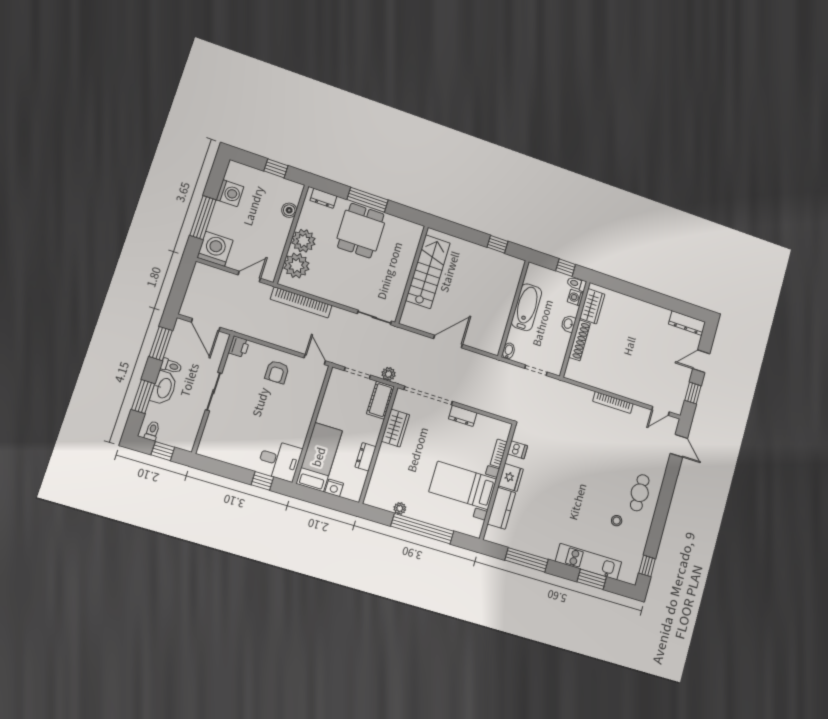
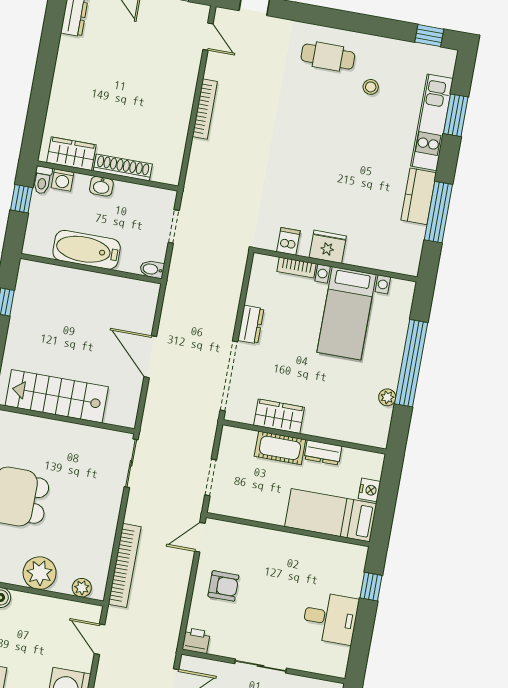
plant: (296, 266) -> (82, 588), width x0.53, depth x0.53
plant: (389, 374) -> (206, 434), removed
cot: (380, 400) -> (280, 448), moved
desk: (280, 460) -> (330, 618), moved, turned 90
kitchen counter: (501, 508) -> (419, 196), moved, turned -90

